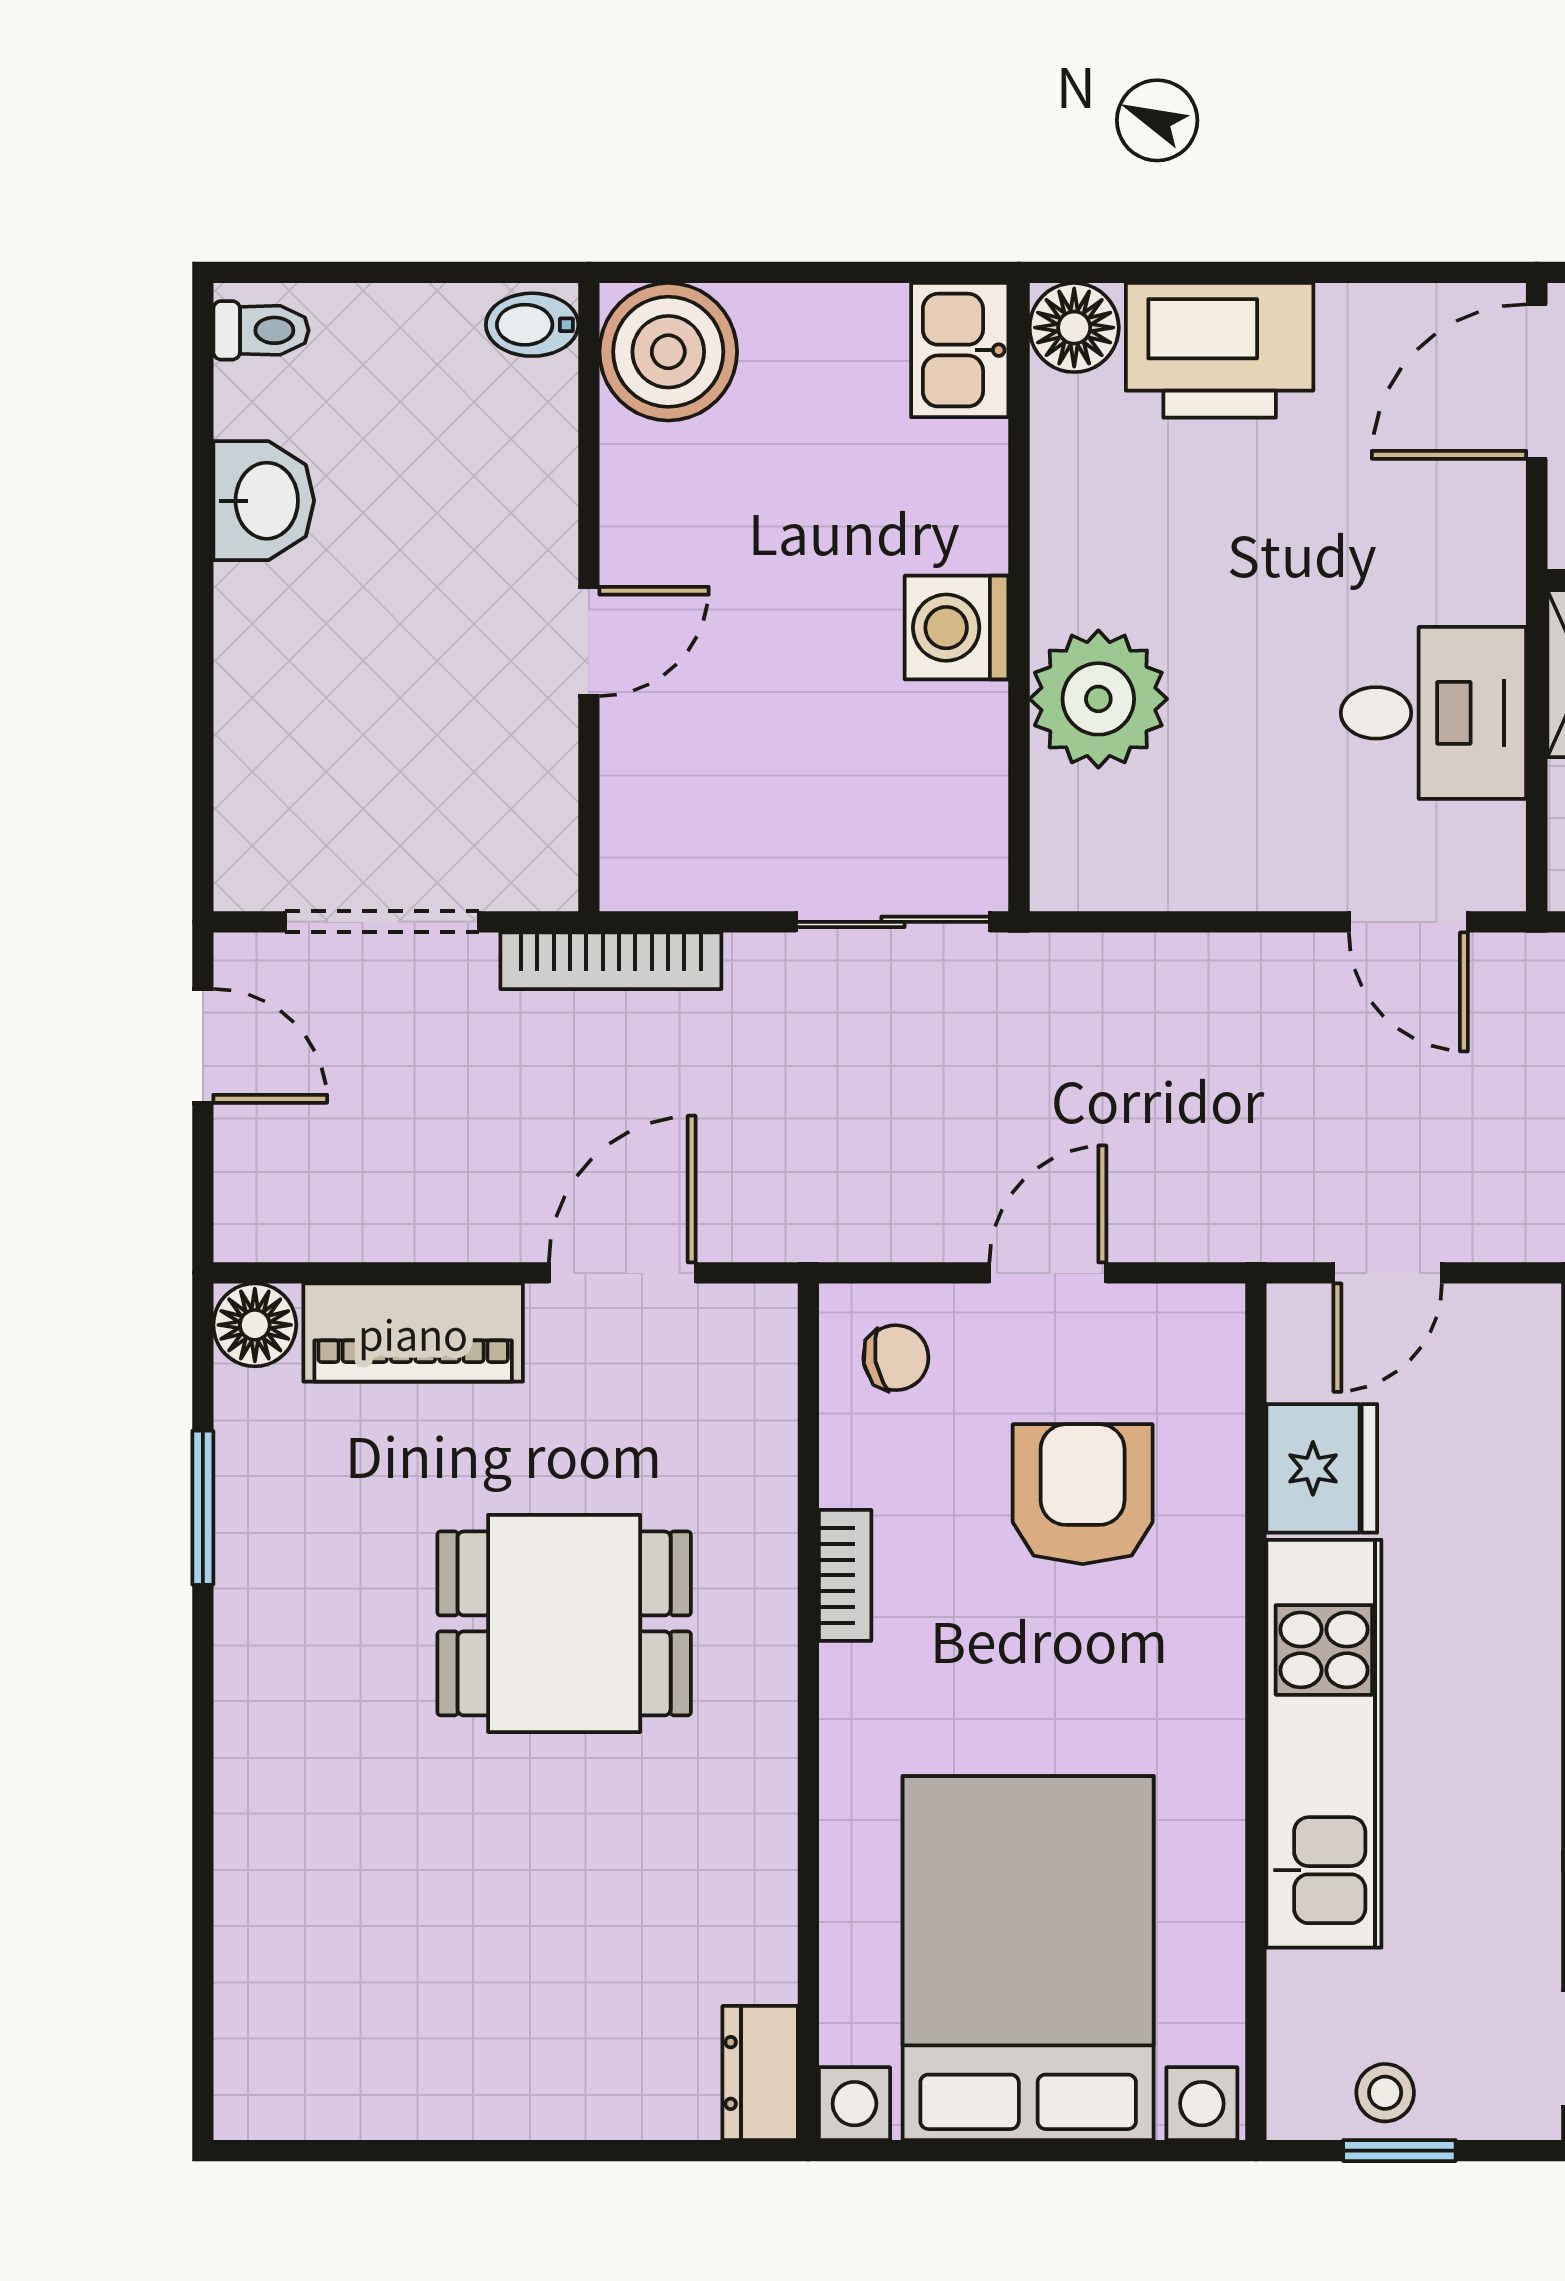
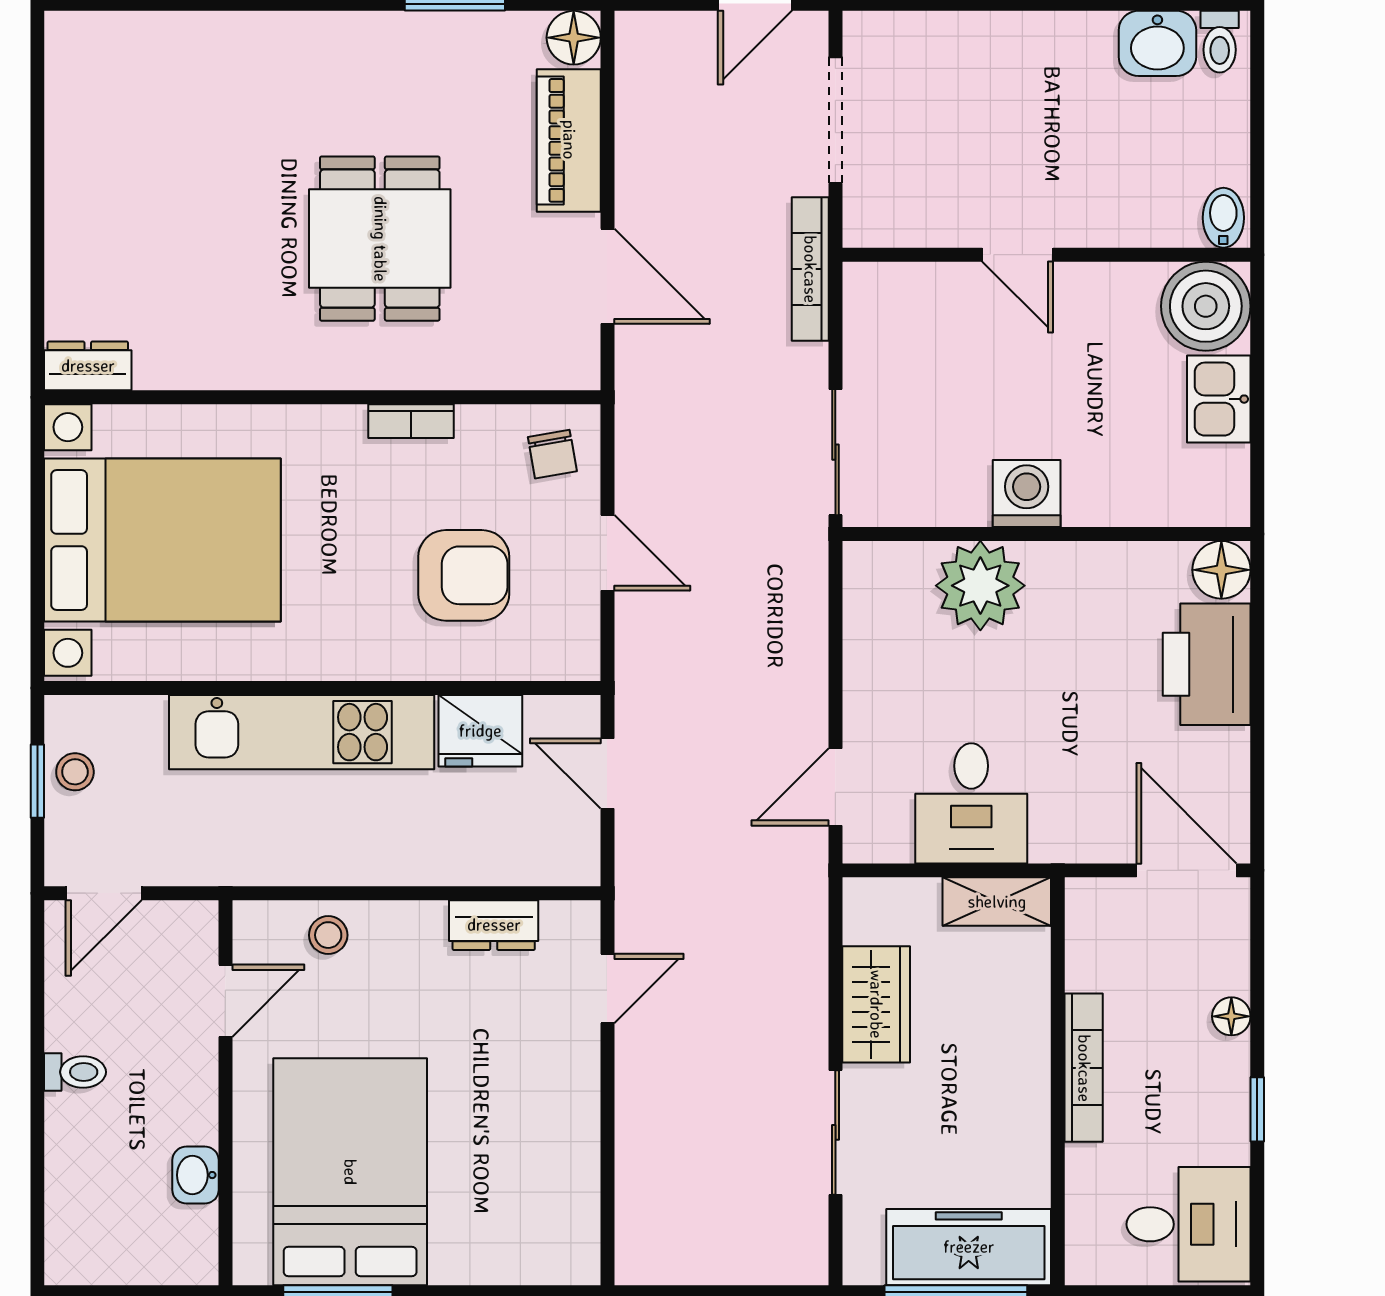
kitchen sink: (960, 350) -> (1219, 399), moved, turned -90
washbasin: (264, 501) -> (1157, 43), moved

